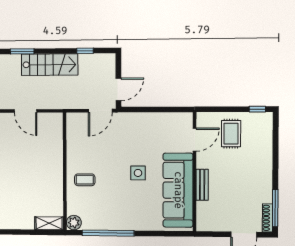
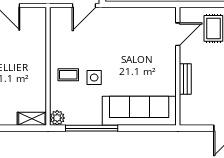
side table: (138, 173) -> (94, 78), moved
sofa: (178, 190) -> (139, 111), moved, turned 90

